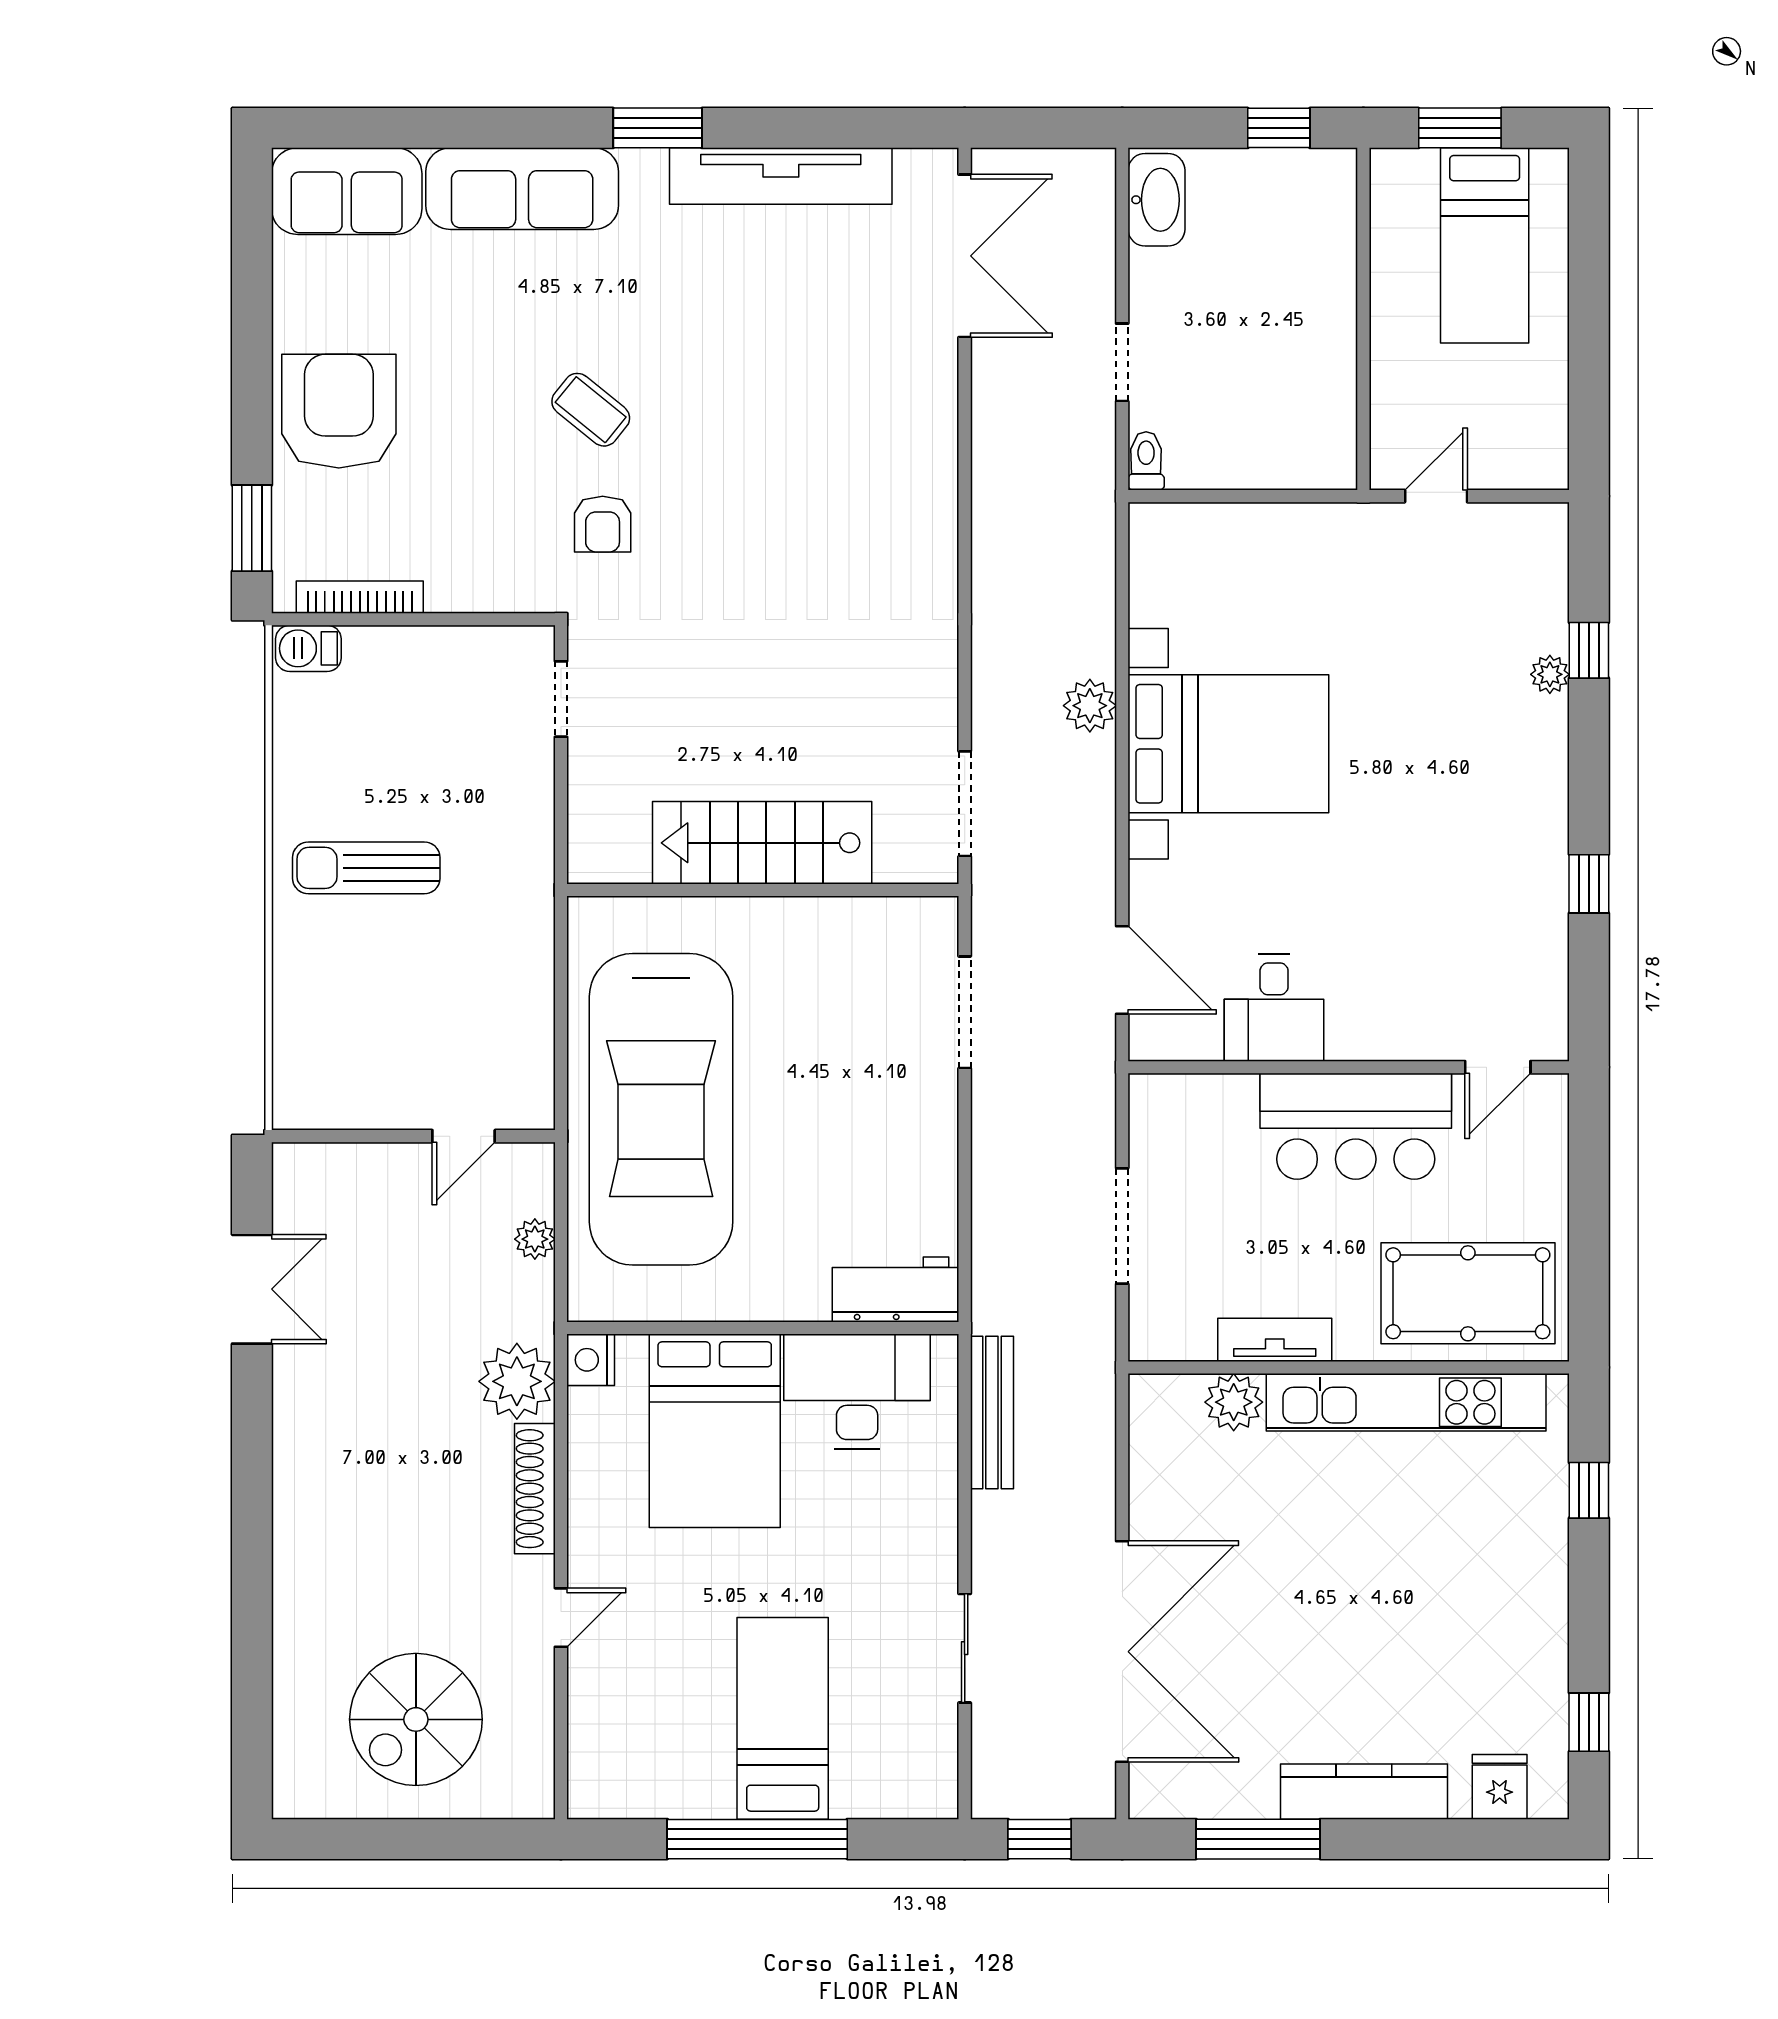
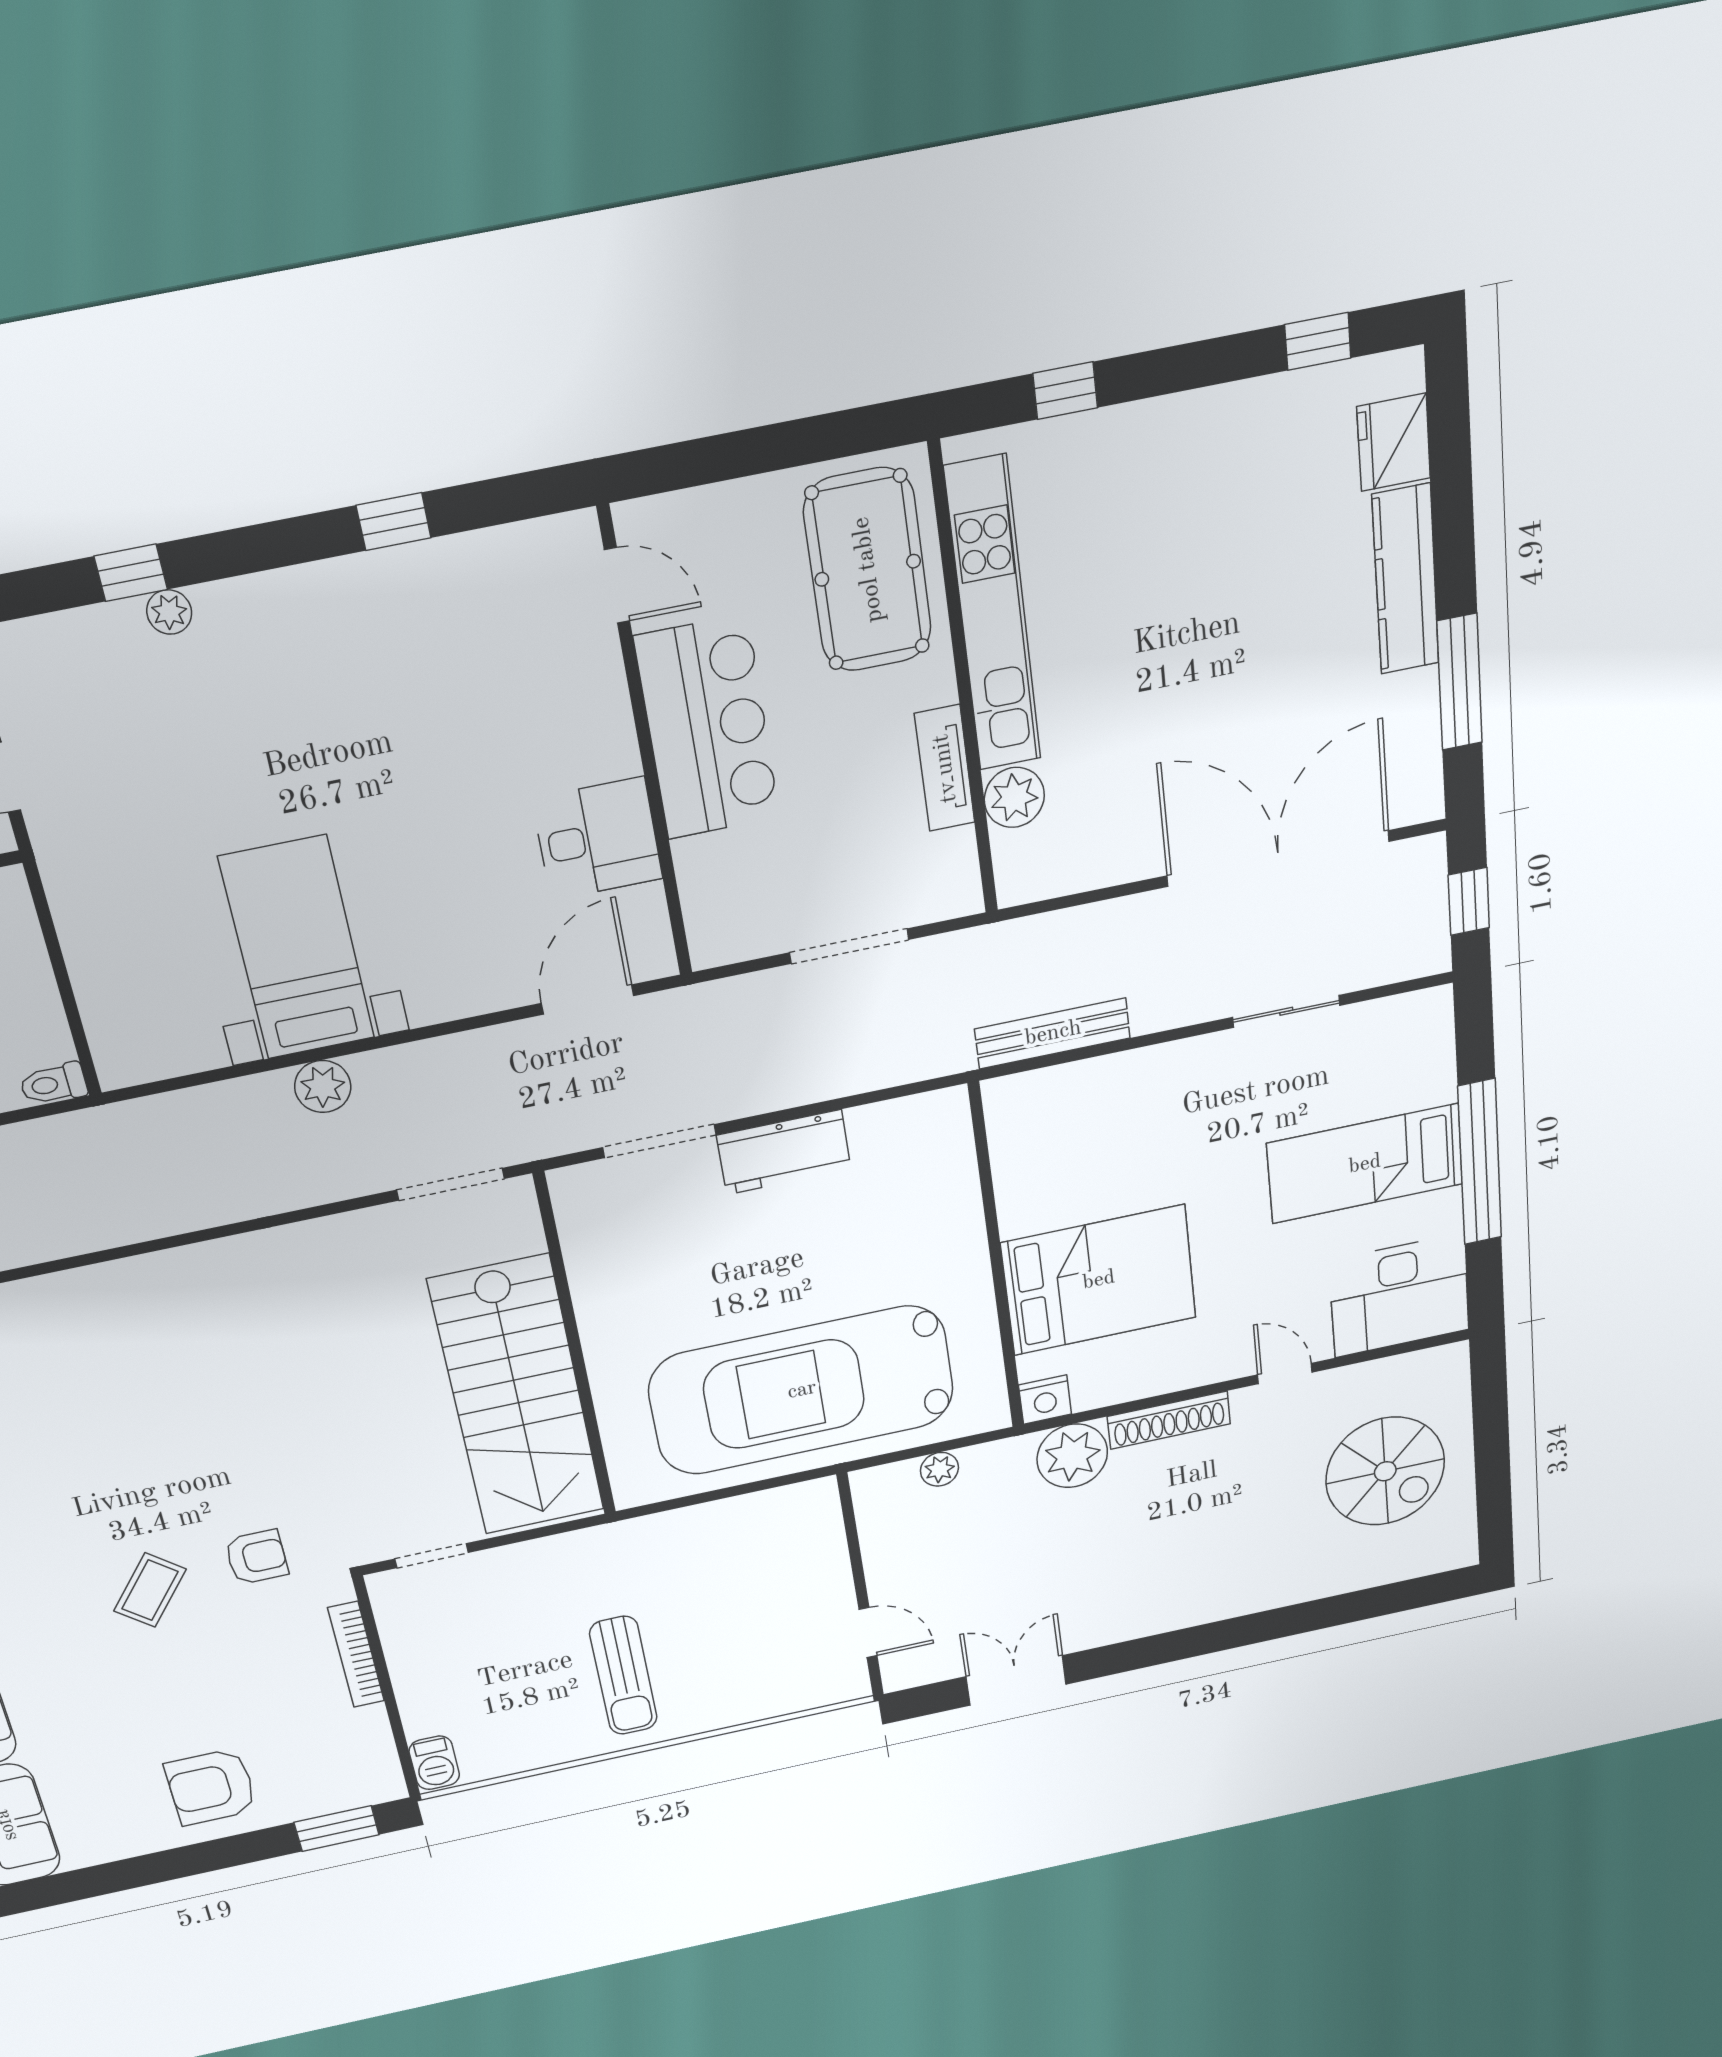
armchair: (339, 411) -> (211, 1787), width x0.73, depth x0.73
bookcase: (360, 597) -> (356, 1655), moved
bed with nightstands: (1228, 744) -> (297, 948), width x0.73
stairs: (762, 843) -> (517, 1396), width x1.36, depth x1.51
car: (661, 1109) -> (802, 1390), turned 180
door: (464, 1136) -> (868, 1633), moved
workbench: (896, 1290) -> (784, 1152), moved, turned -90
desk: (857, 1391) -> (1399, 1295), moved, turned -90
fridge: (1500, 1787) -> (1394, 442), width x1.38

